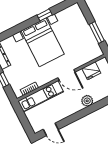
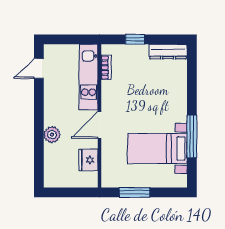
window: (45, 15) -> (192, 136), width x2.17
bed with nightstands: (43, 42) -> (157, 149), moved, width x0.73

